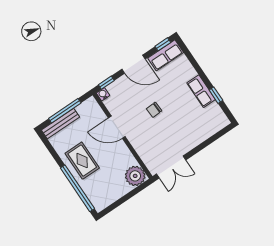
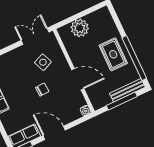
window: (106, 83) -> (81, 120), removed
side table: (158, 140) -> (43, 62), added
plant: (135, 176) -> (80, 28), moved
window: (77, 188) -> (134, 58), moved

